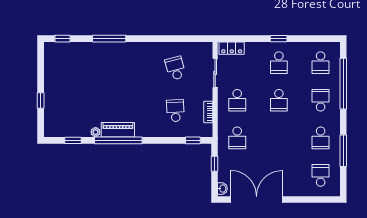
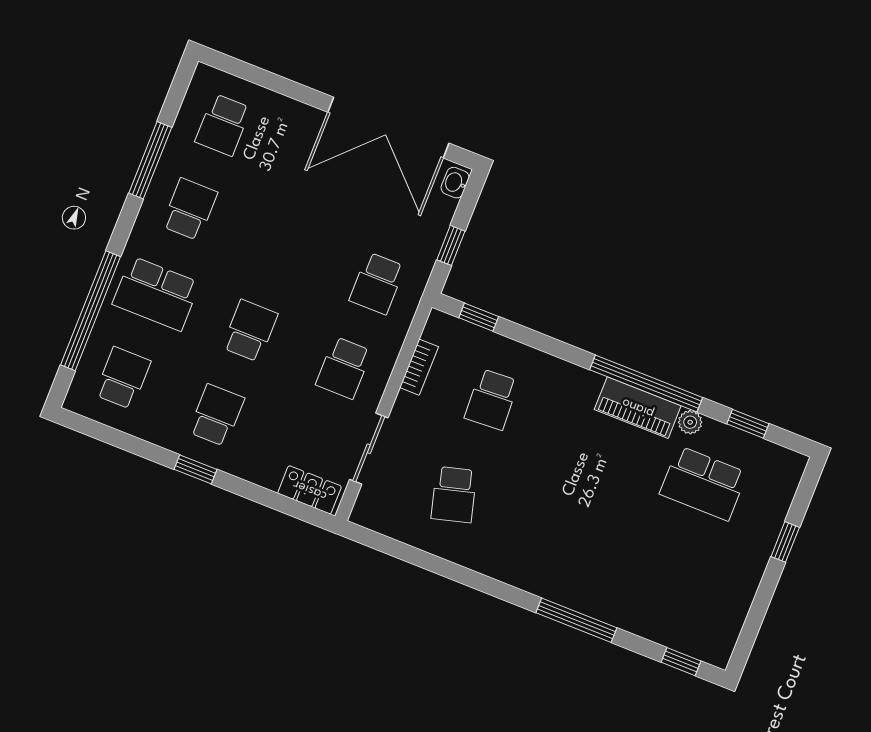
school desk: (237, 100) -> (344, 368), turned 180
school desk: (321, 100) -> (156, 294), width x1.85
school desk: (81, 111) -> (703, 483), added
school desk: (237, 138) -> (377, 283), turned 180

